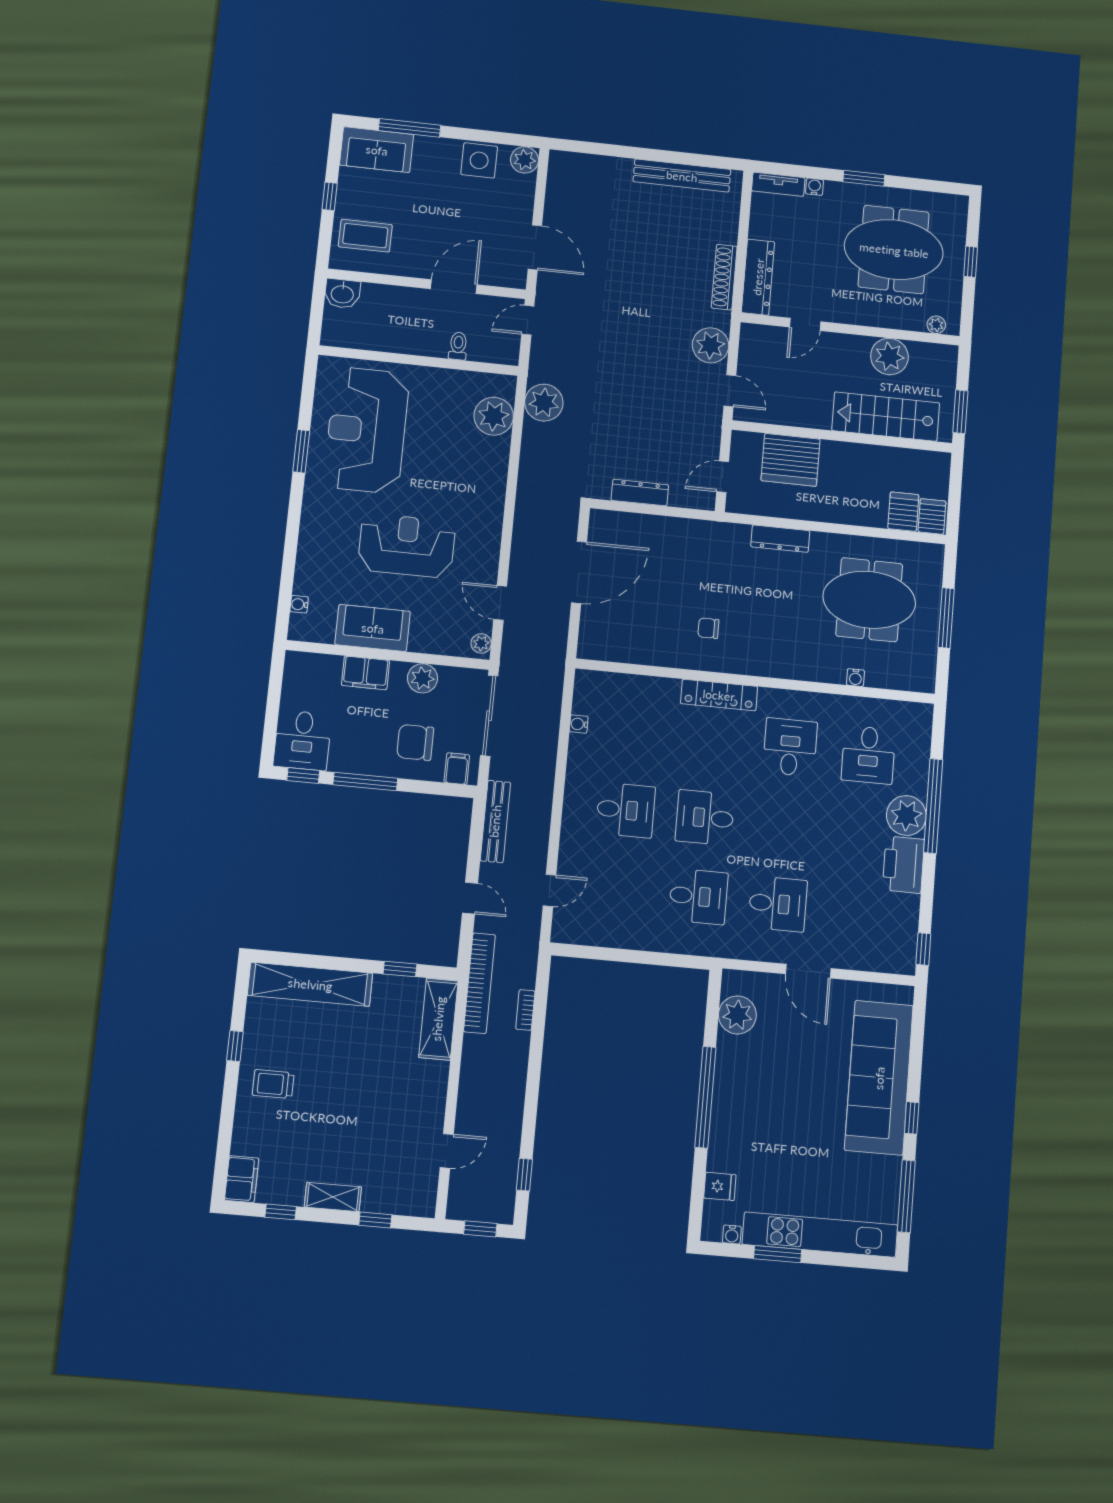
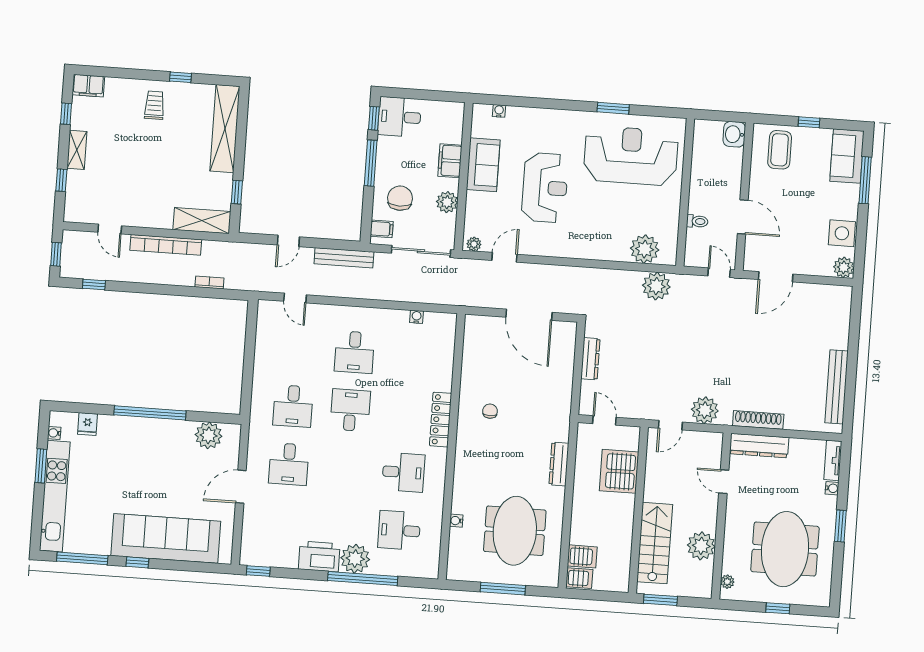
bookcase: (479, 983) -> (166, 245), moved

